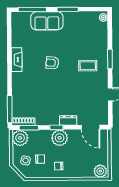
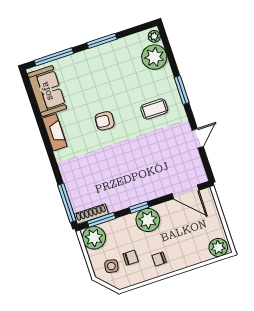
sofa: (47, 21) -> (47, 91), moved, turned -90
plant: (99, 31) -> (154, 57), added
dresser: (68, 120) -> (152, 192), removed

